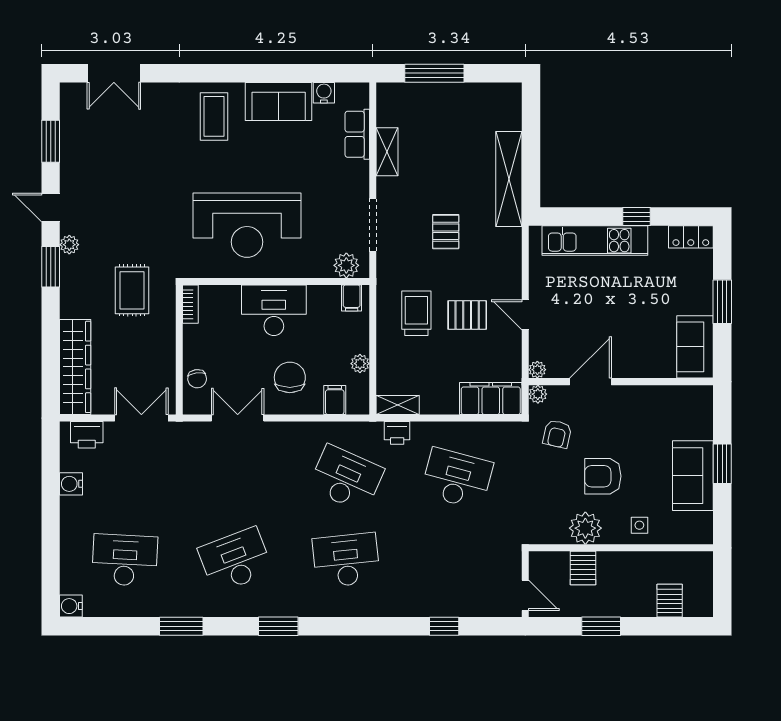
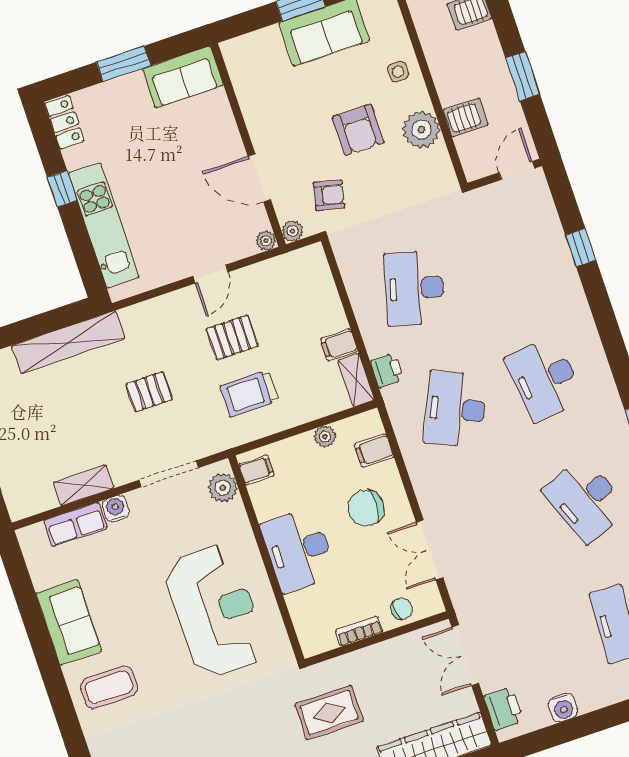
water cooler: (324, 93) -> (116, 509), moved, turned 90
bookcase: (190, 304) -> (359, 631), moved
pallet: (467, 315) -> (232, 337), turned 90
filing cabinet: (491, 398) -> (339, 345), moved, width x0.33, depth x0.86

